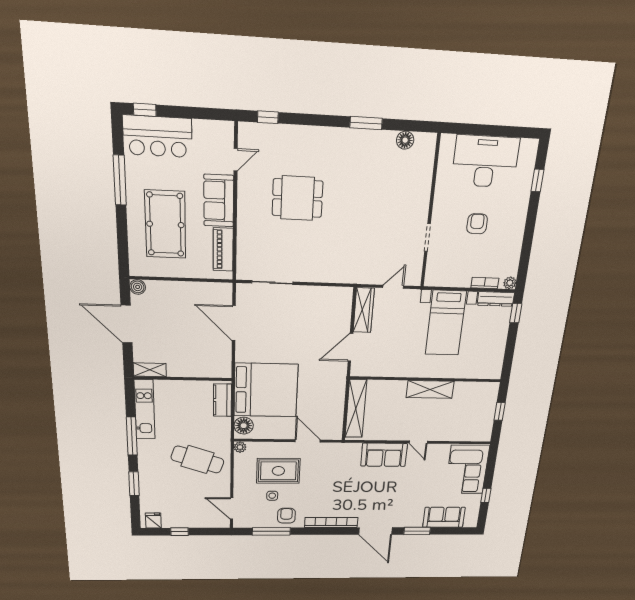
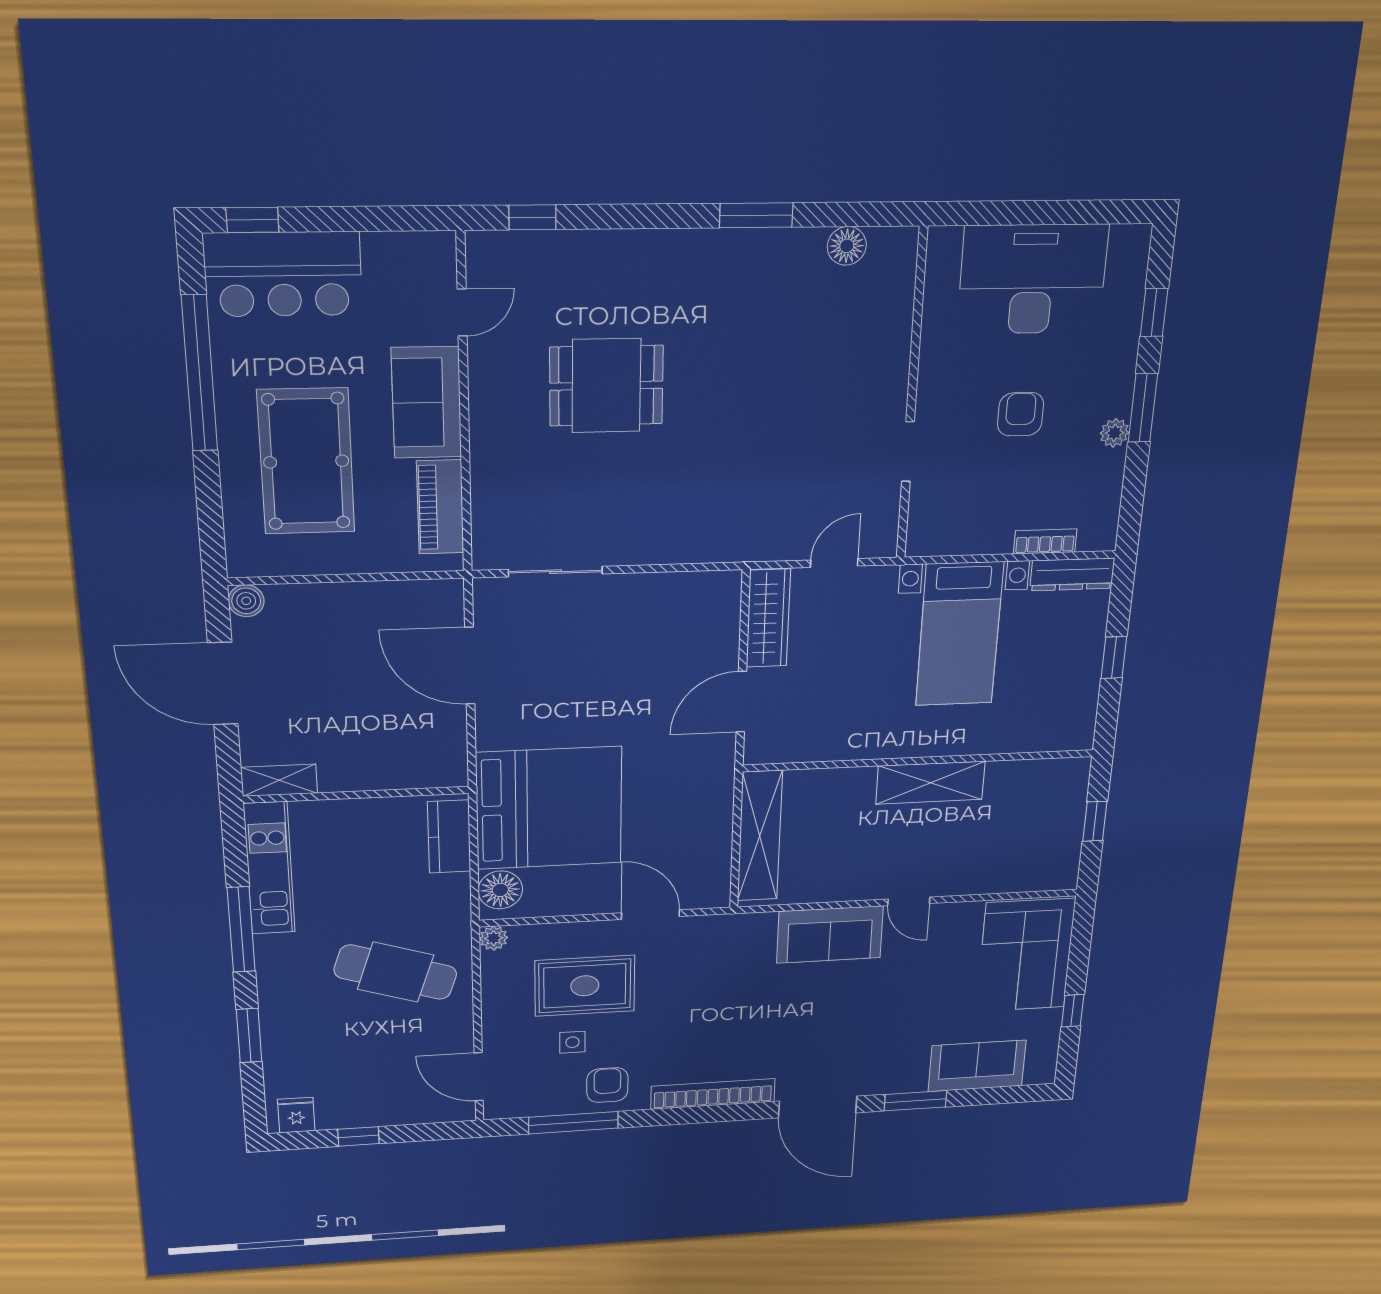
window: (120, 180) -> (200, 373), width x1.46
window: (530, 224) -> (1143, 408), added
plant: (510, 283) -> (1115, 433), moved
window: (516, 313) -> (1114, 657), moved

